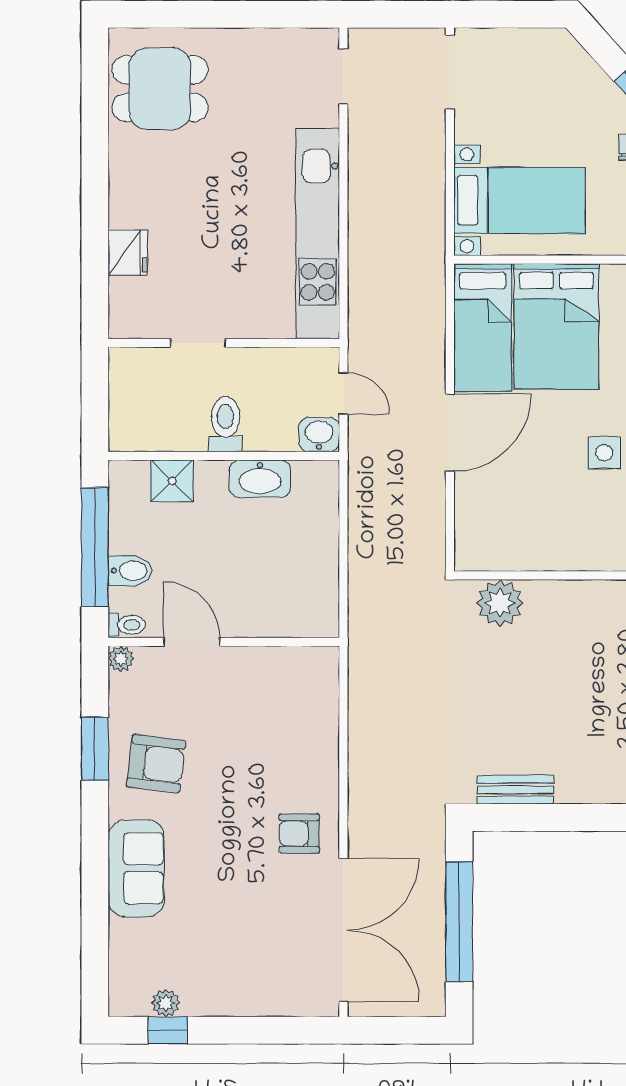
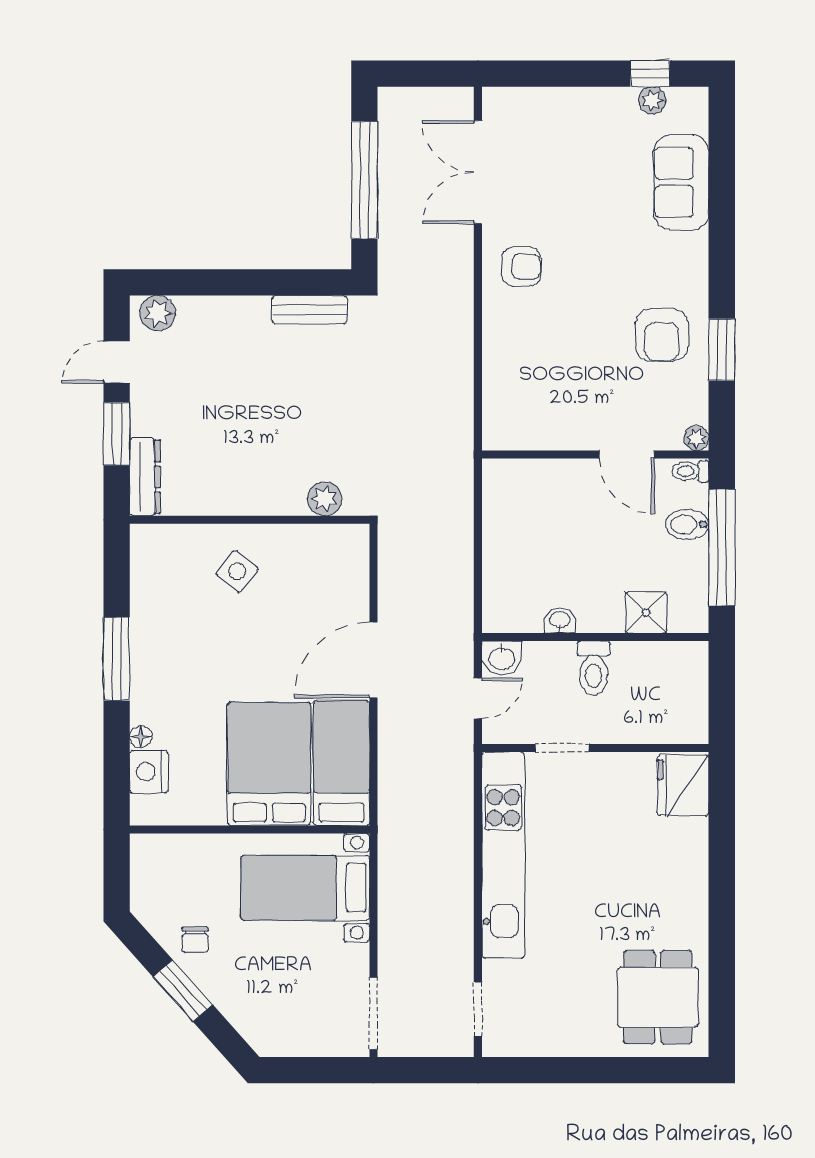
dining table: (160, 89) -> (658, 997), turned 90
fridge: (128, 253) -> (683, 786), moved, width x1.36, depth x1.34
doorway: (198, 343) -> (562, 748), moved
door: (343, 393) -> (478, 698), swing flipped
side table: (604, 453) -> (237, 571), moved, turned 38
washbasin: (260, 479) -> (560, 620), width x0.52, depth x0.69
plant: (500, 603) -> (324, 499), width x0.73, depth x0.73
armchair: (156, 764) -> (662, 335), turned -97
sofa: (136, 868) -> (681, 182), moved
double door: (343, 930) -> (478, 172), width x0.73

